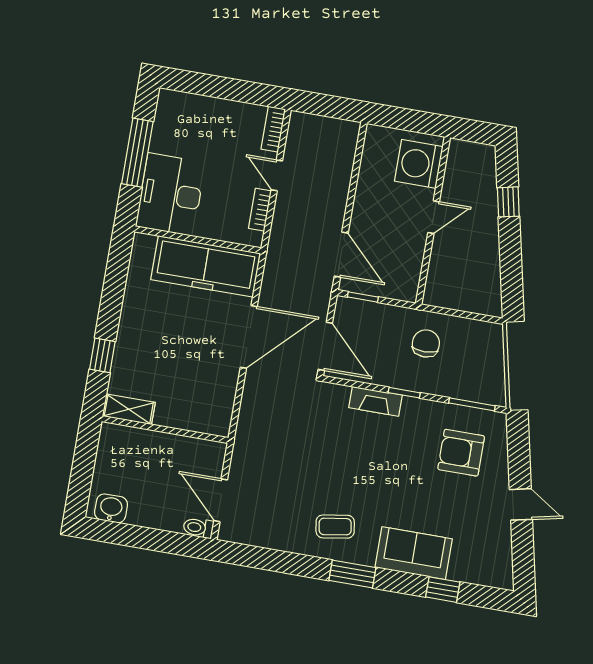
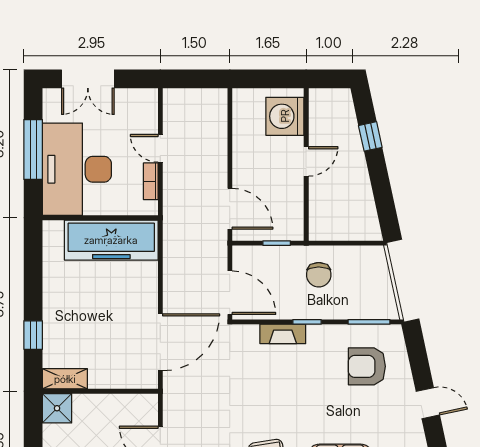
double door: (211, 86) -> (88, 79), added
bookcase: (273, 129) -> (150, 108), removed
desk: (170, 194) -> (77, 169), width x1.36, depth x1.30
window: (363, 297) -> (277, 243), moved
door: (249, 337) -> (160, 342), moved
chair: (426, 343) -> (319, 275), turned 180
shower: (115, 440) -> (57, 408), added

